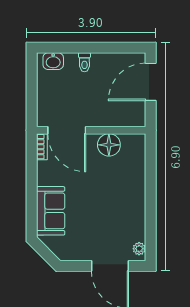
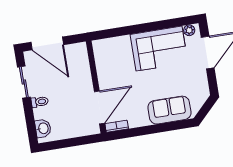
sliding door: (110, 48) -> (24, 82), added
floor lamp: (109, 145) -> (106, 70), removed
corner sofa: (124, 210) -> (159, 49), added

